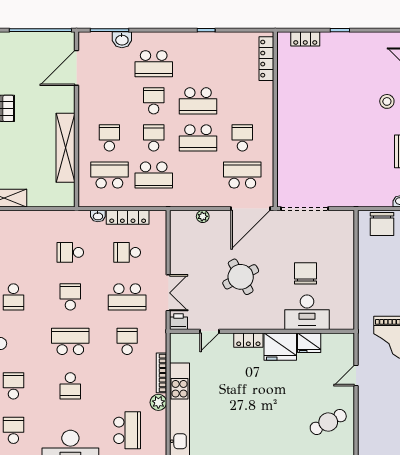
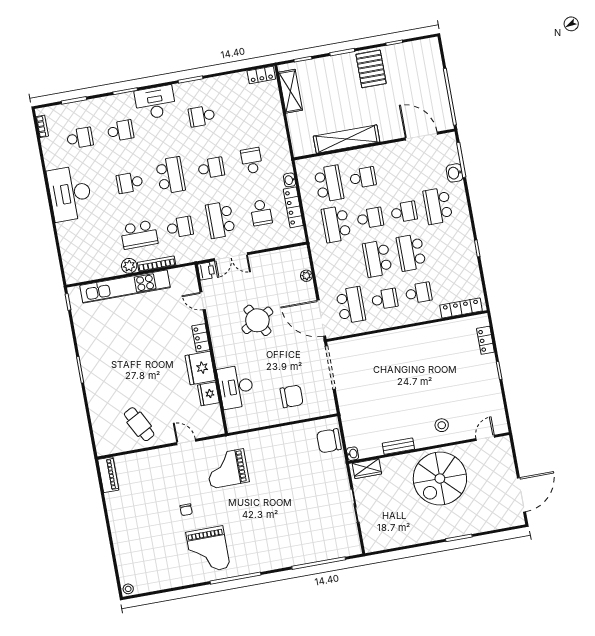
school desk: (242, 101) -> (418, 293), added
school desk: (127, 252) -> (261, 213), turned 180
chair: (305, 273) -> (292, 396), moved
school desk: (127, 430) -> (139, 235), moved

